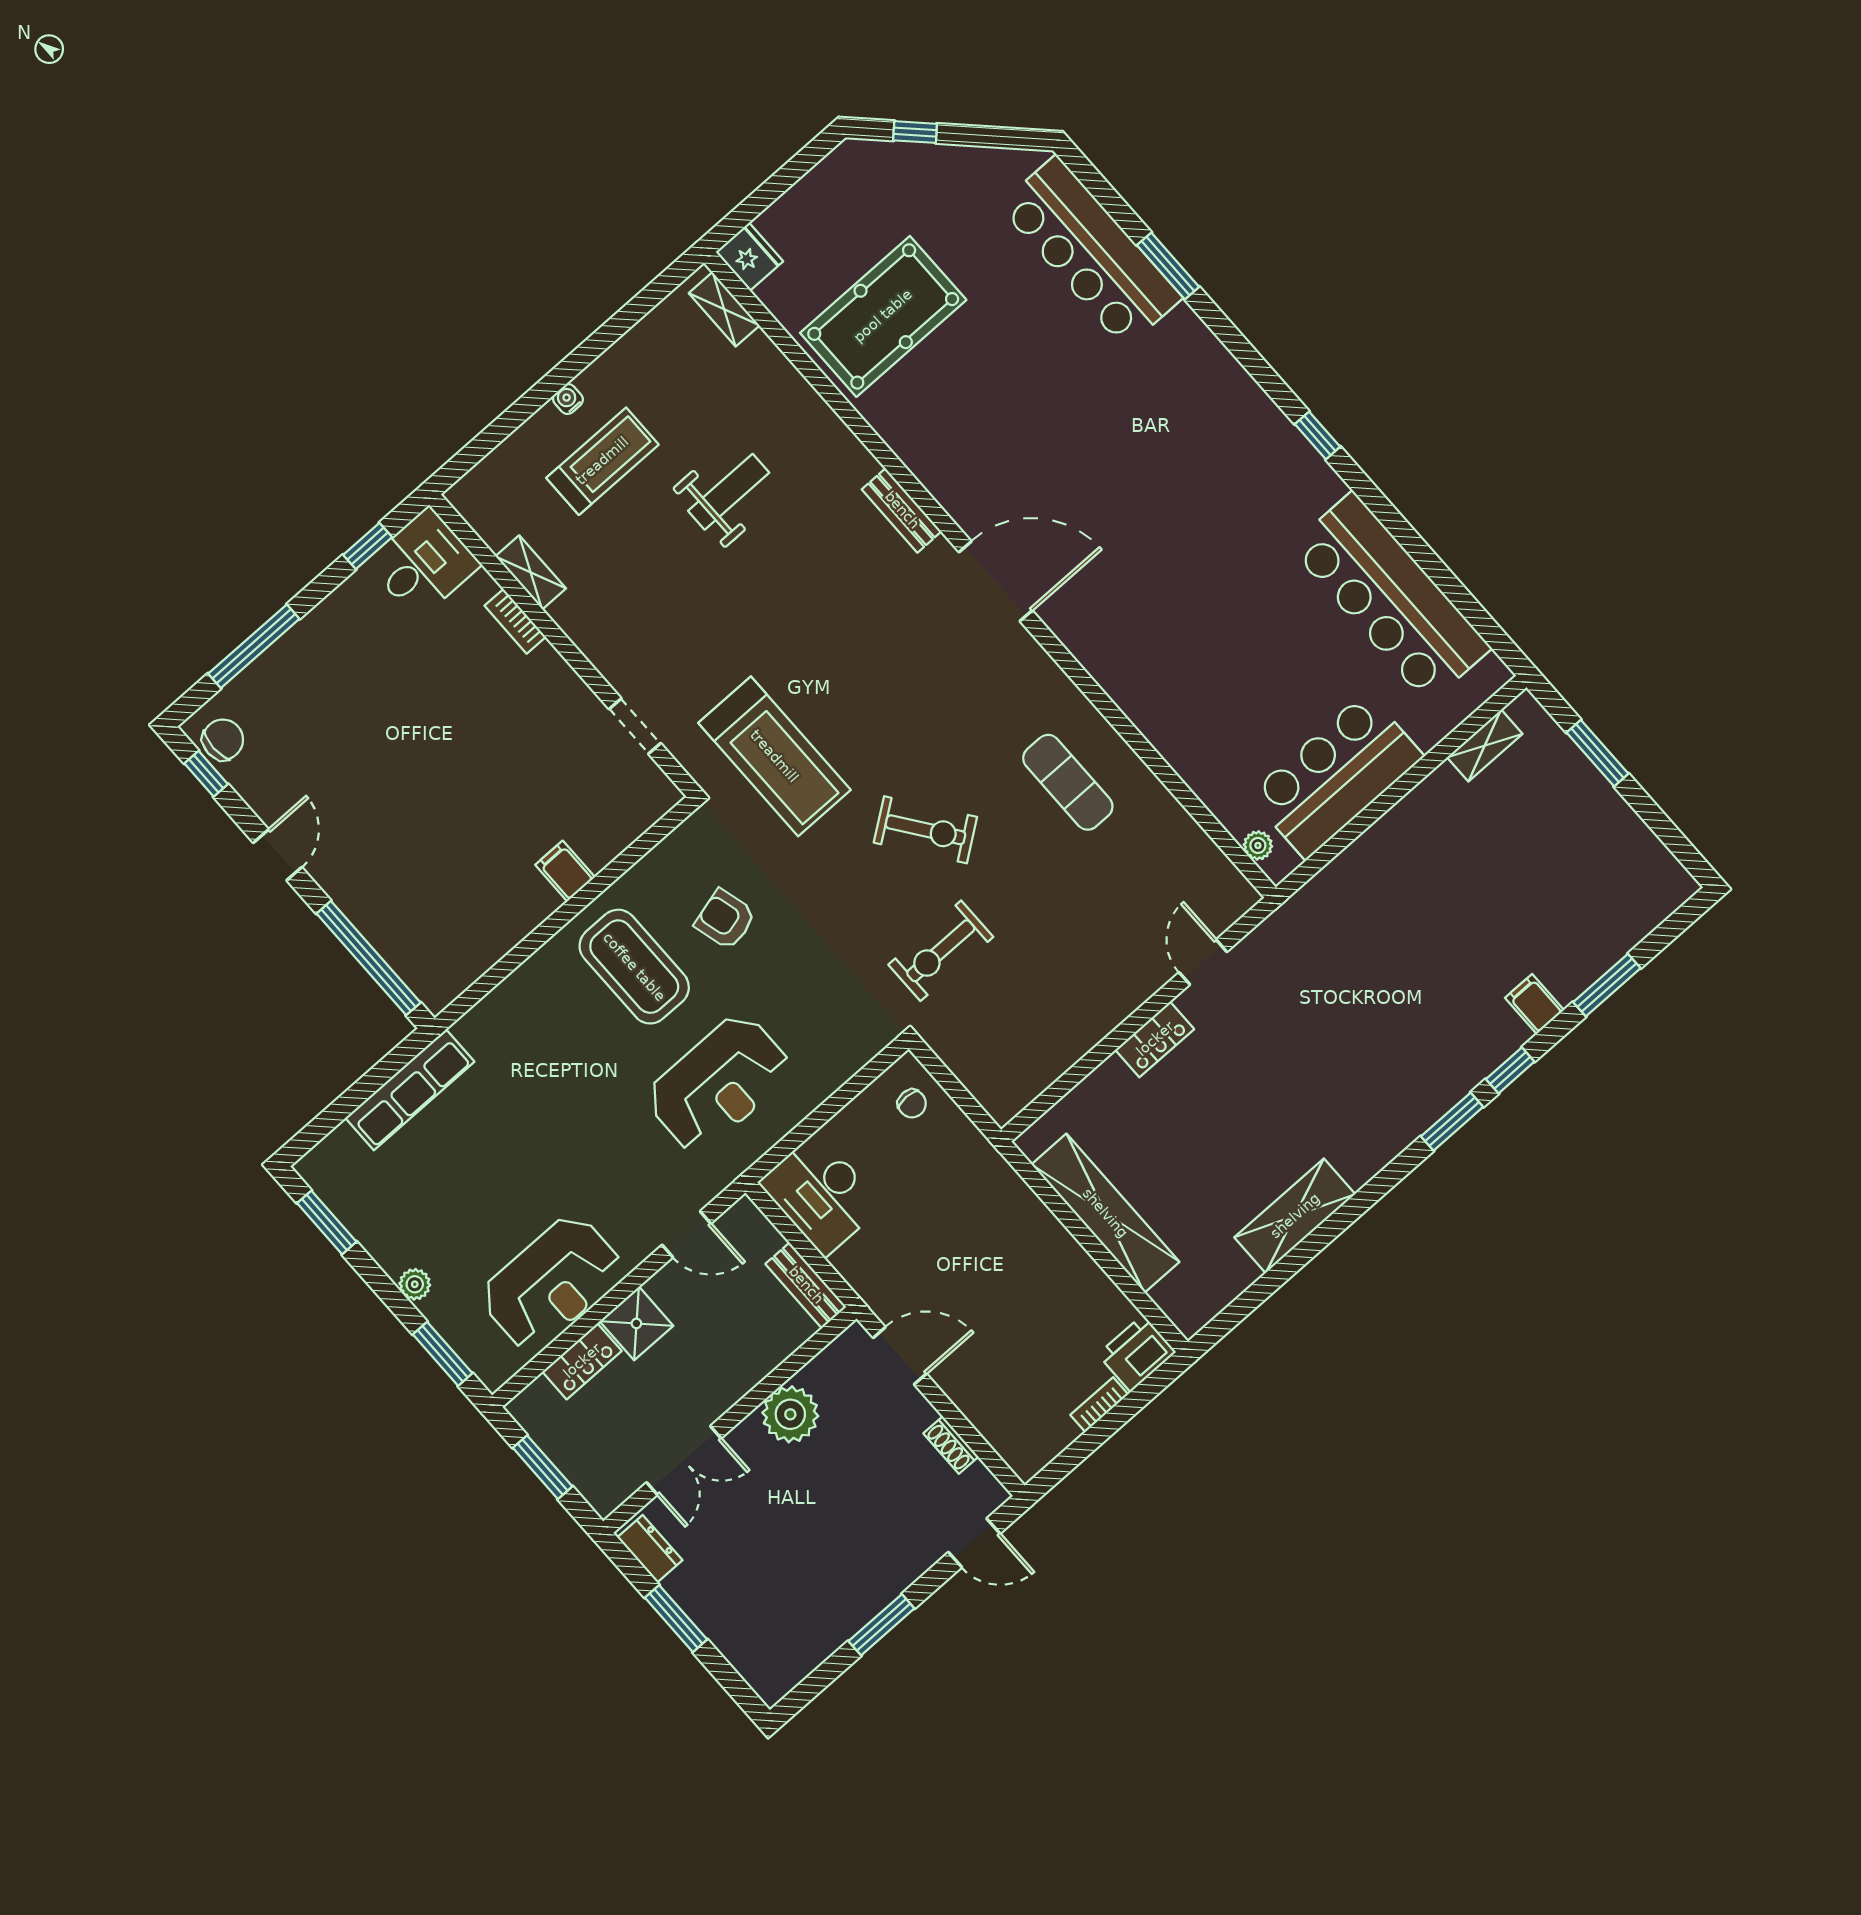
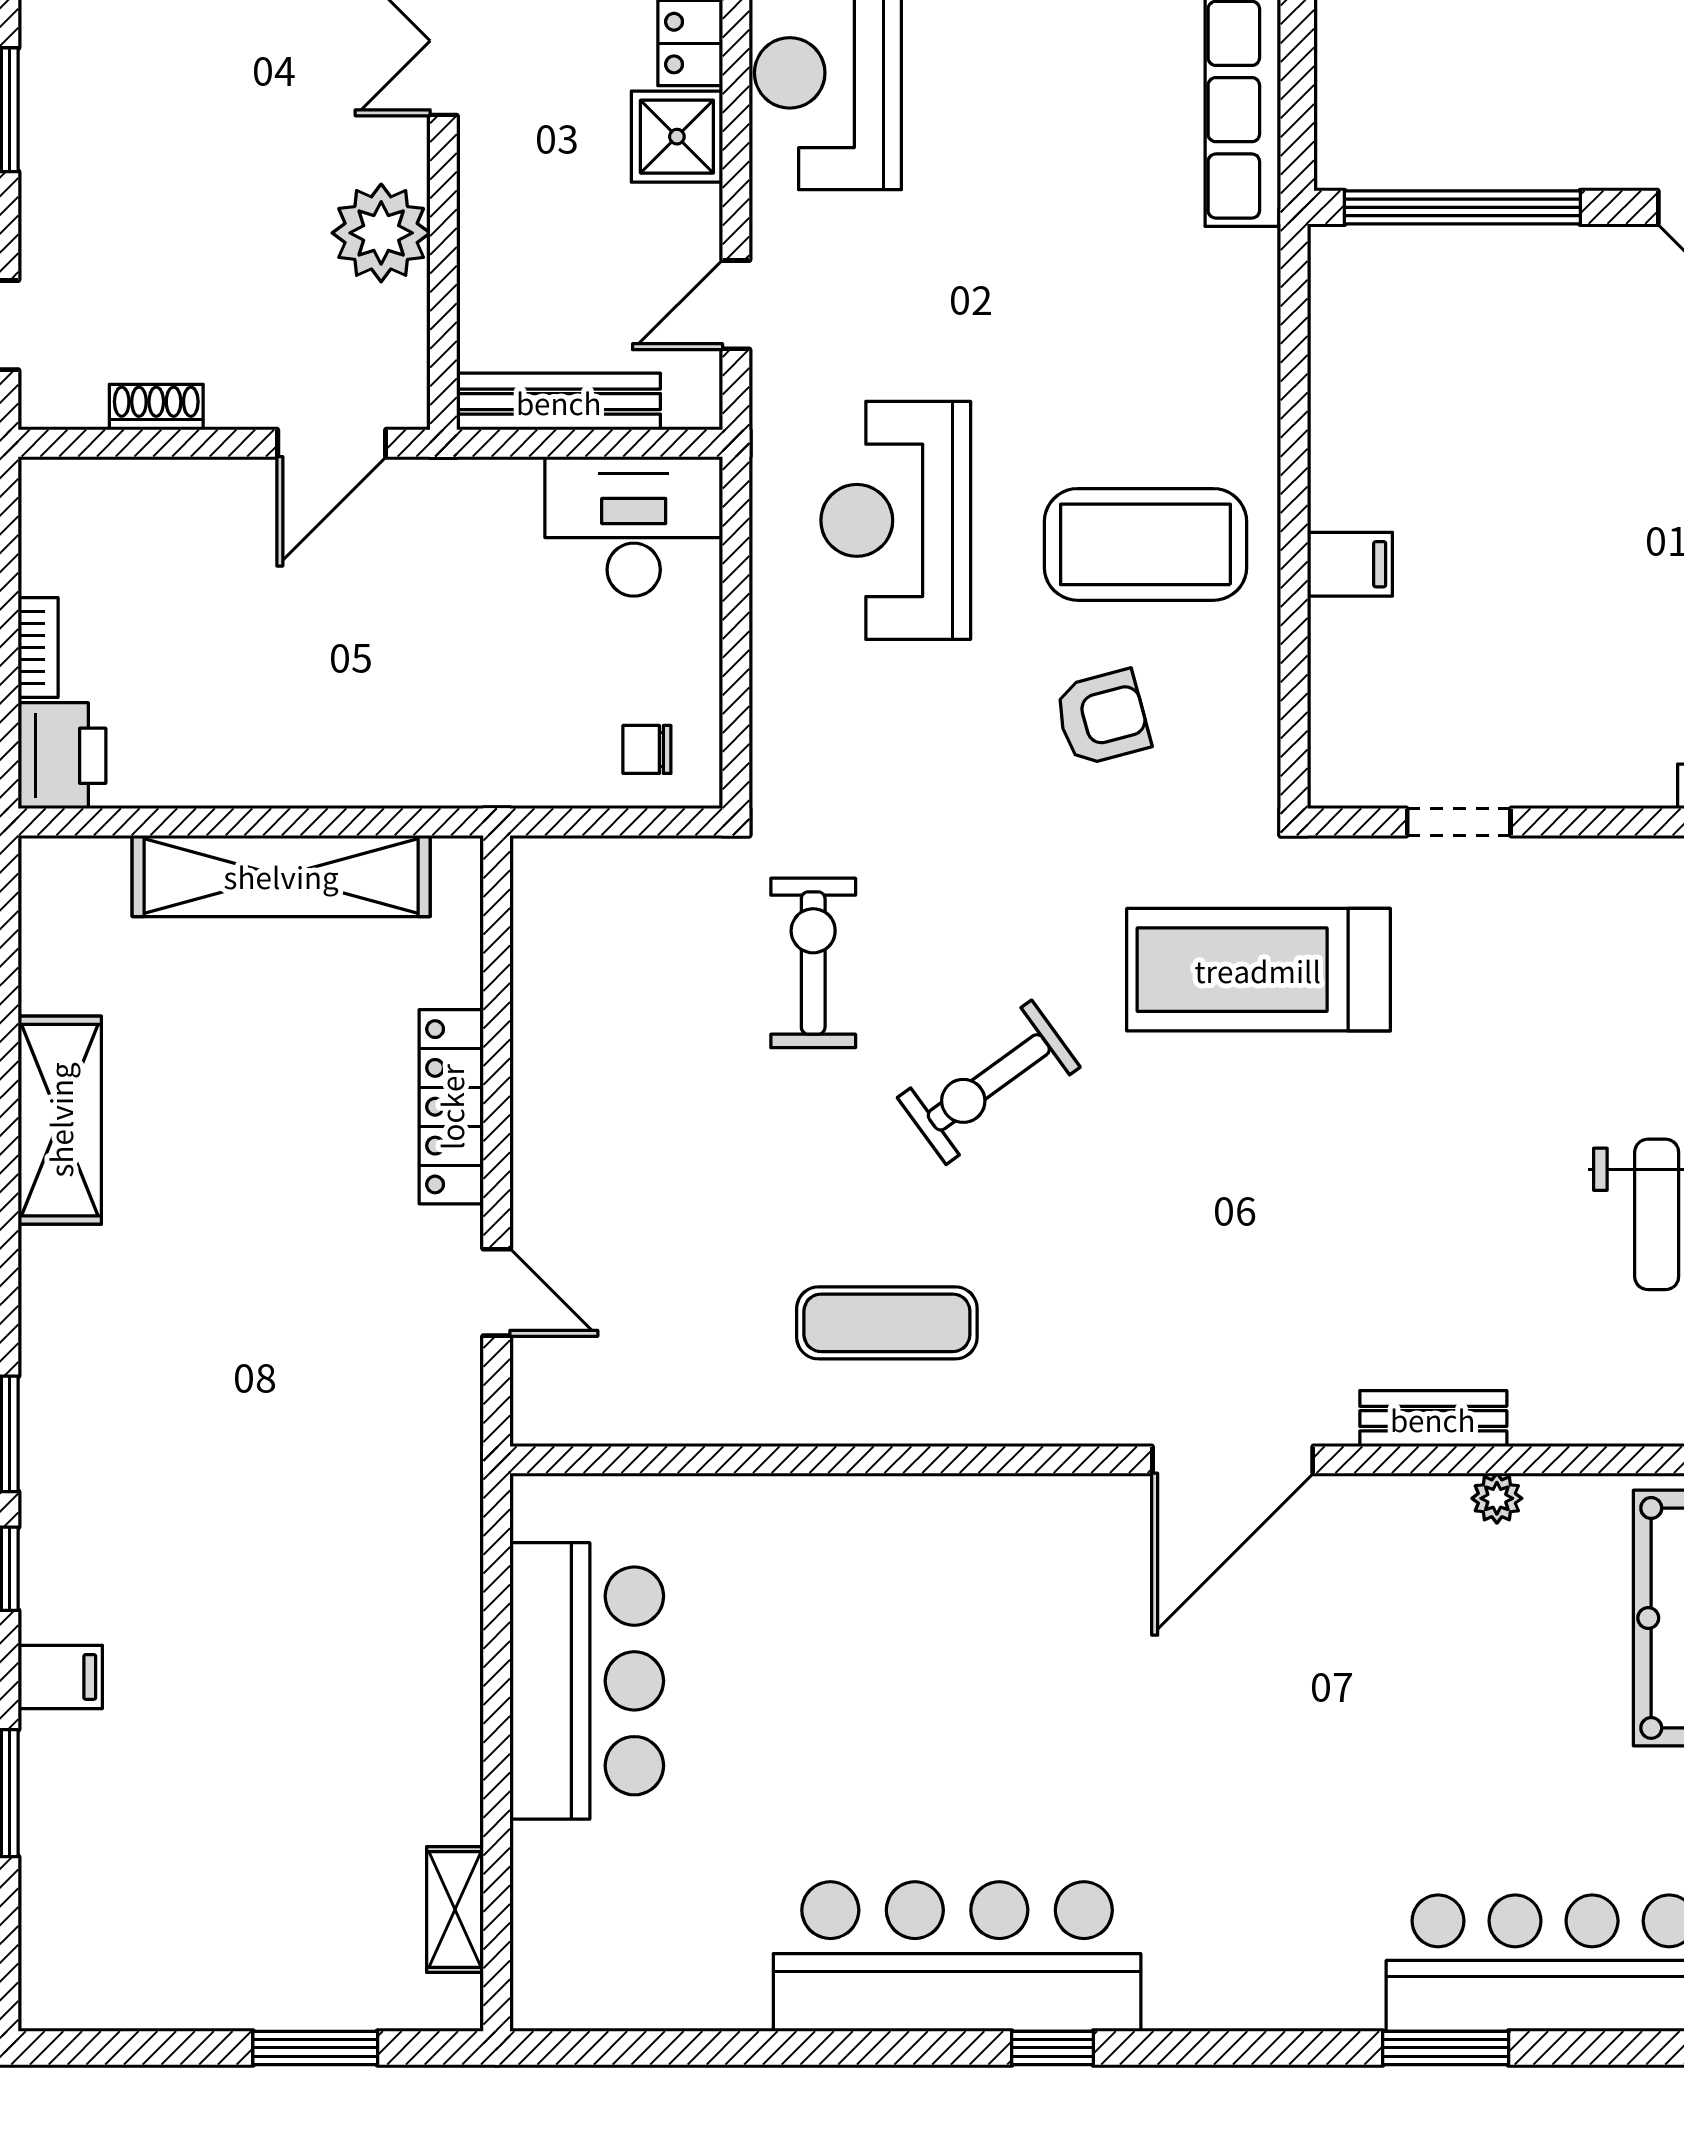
bar counter: (1390, 598) -> (957, 1957), moved
plant: (1258, 845) -> (1497, 1498), moved
locker: (1155, 1039) -> (451, 1107), width x1.53
bench: (806, 1285) -> (559, 402), width x1.36

